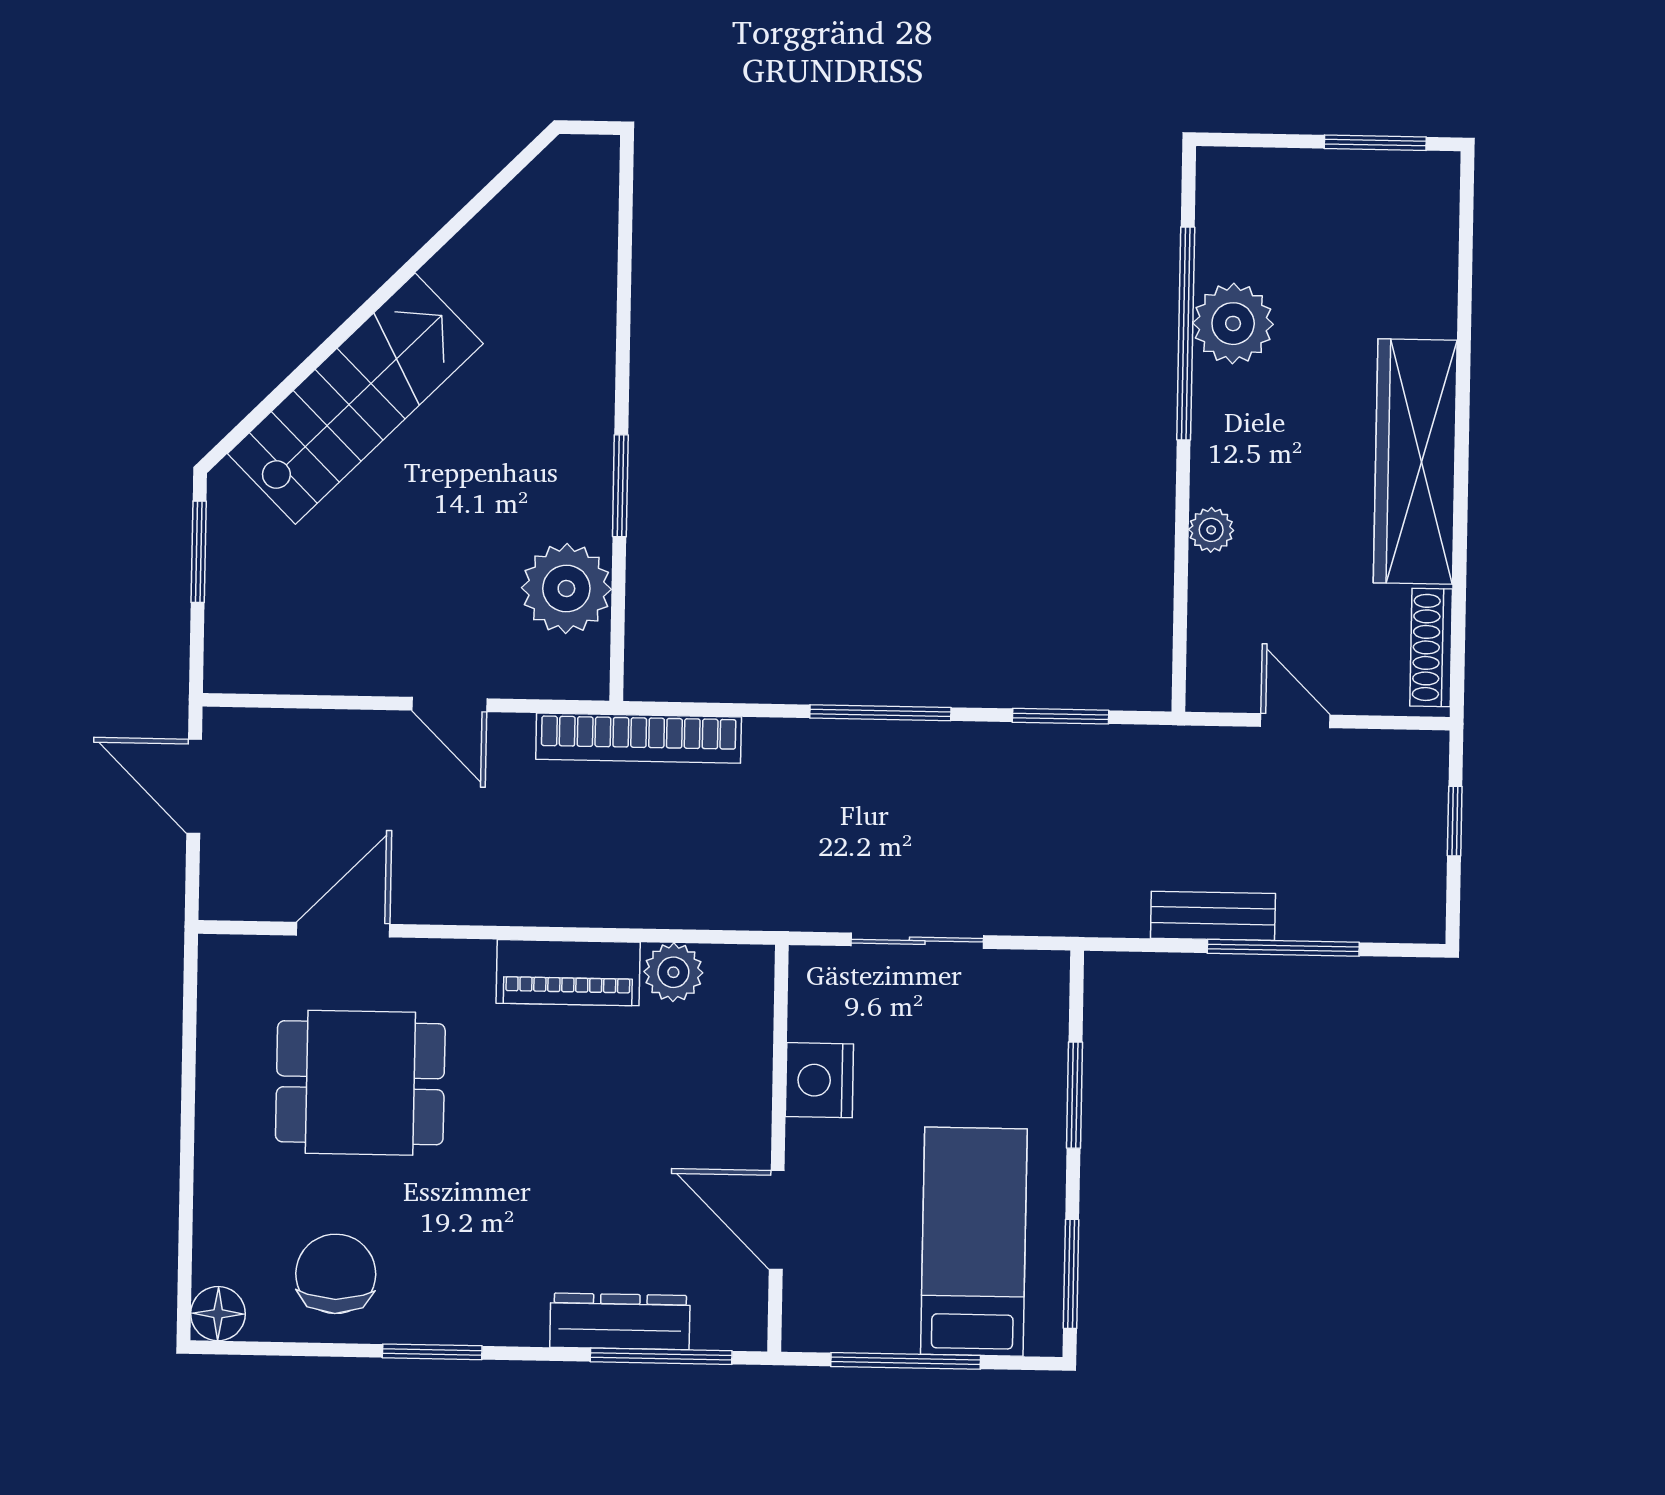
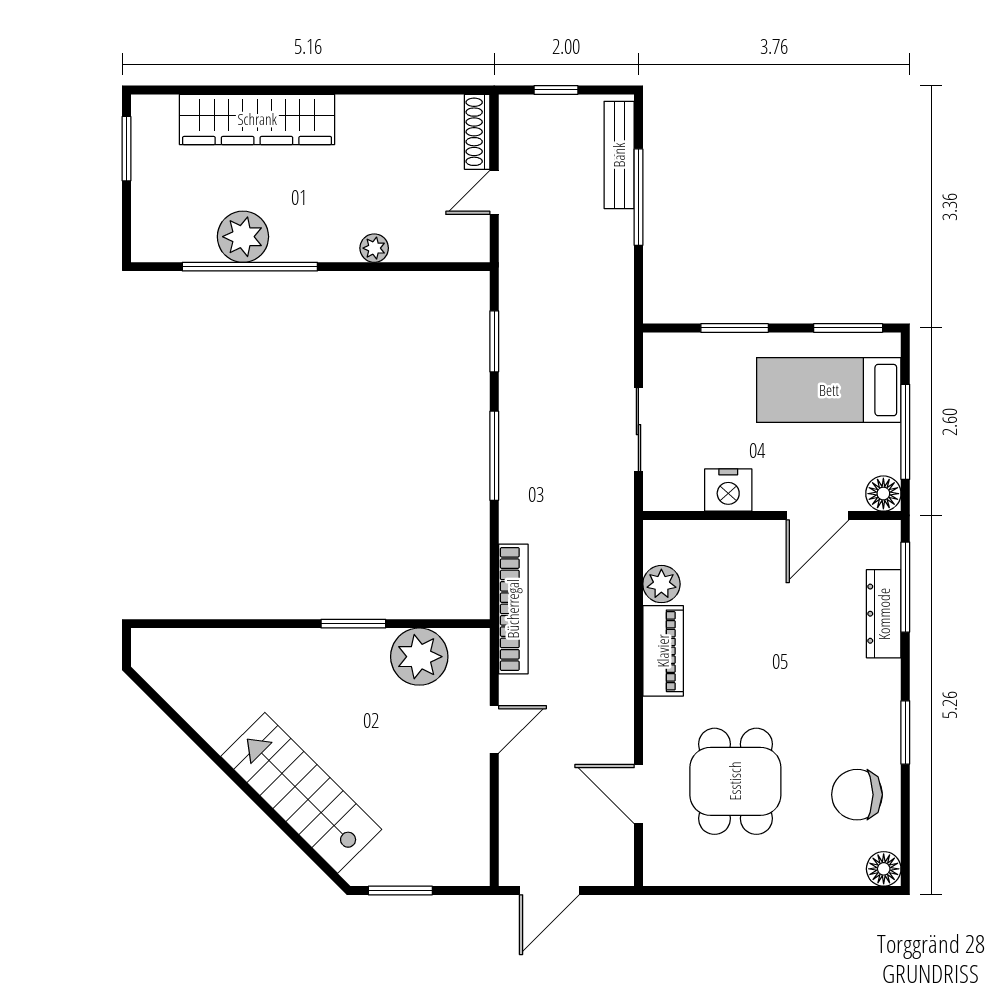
wardrobe: (1415, 461) -> (257, 119), moved
shoe rack: (1431, 648) -> (477, 132), moved, turned 90
bench: (1213, 916) -> (619, 155), moved, width x1.36
floor lamp: (809, 1324) -> (883, 494), added

